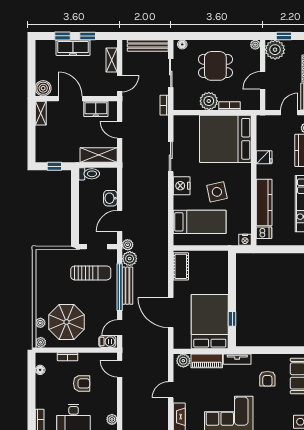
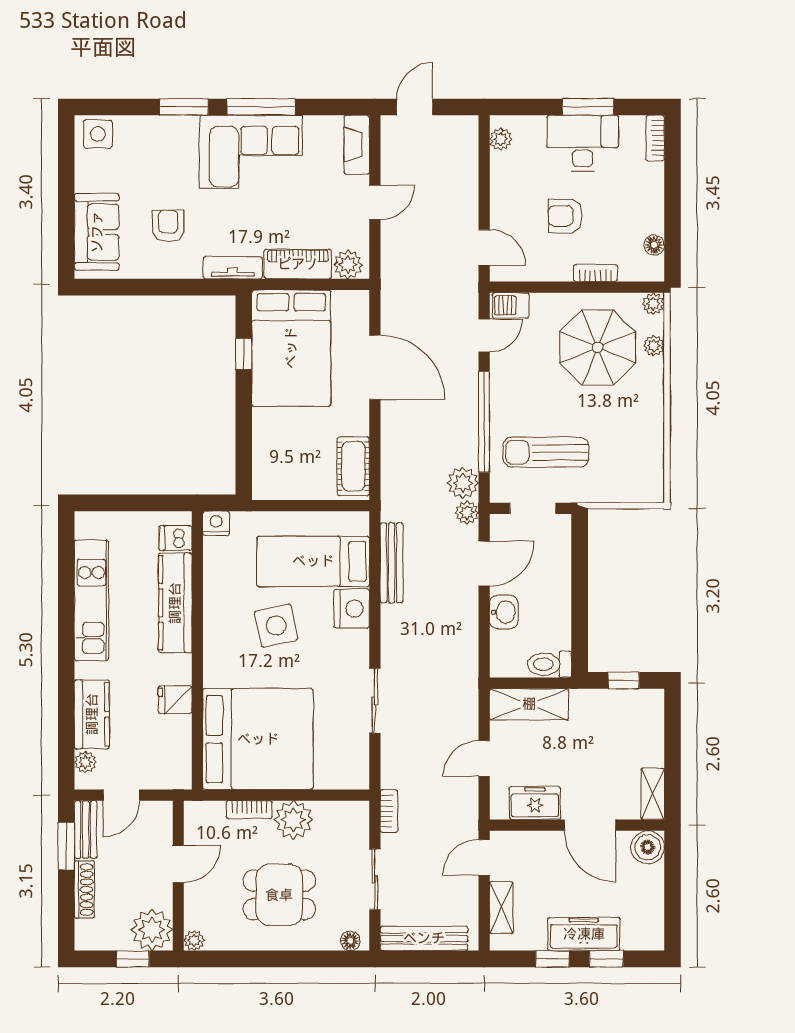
door: (120, 130) -> (484, 759), swing flipped
nightstand: (182, 186) -> (352, 609), moved
bench: (127, 286) -> (391, 563), moved

